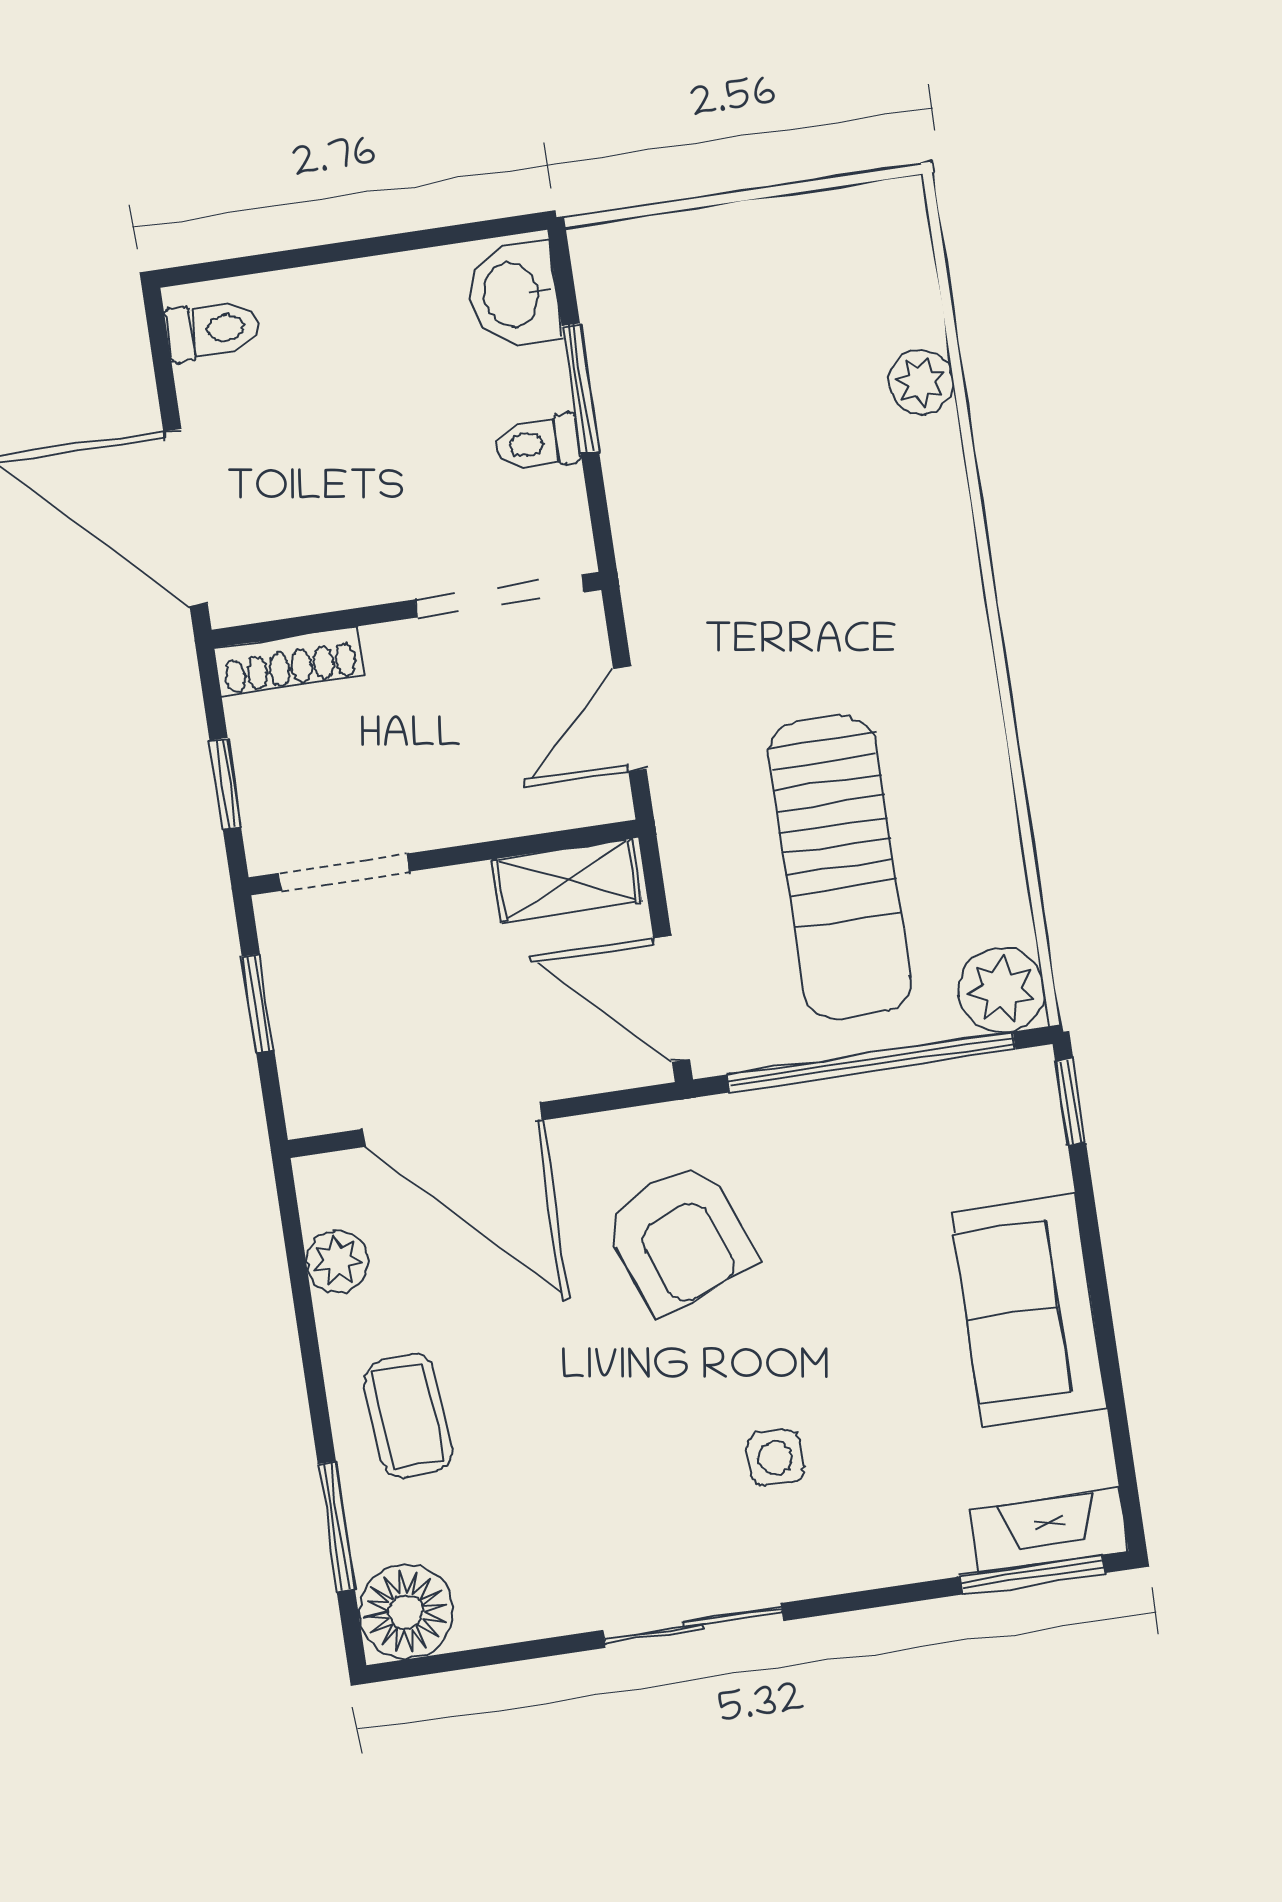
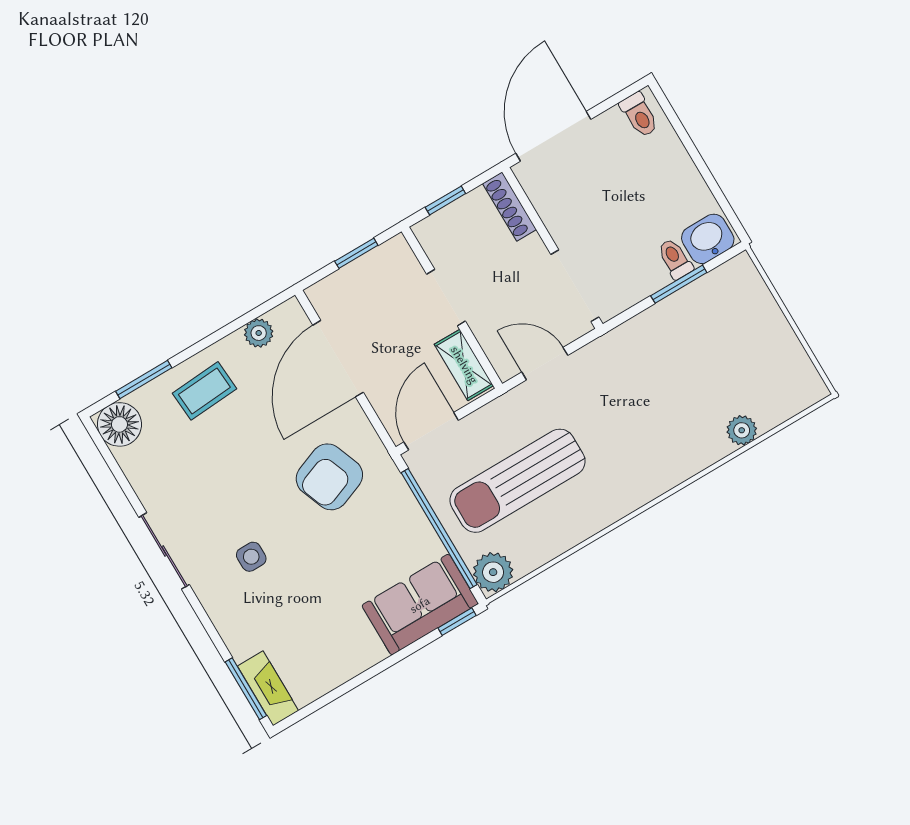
toilet: (537, 443) -> (675, 259), moved
doorway: (344, 872) -> (446, 298), moved
sofa: (1029, 1310) -> (420, 605), moved

